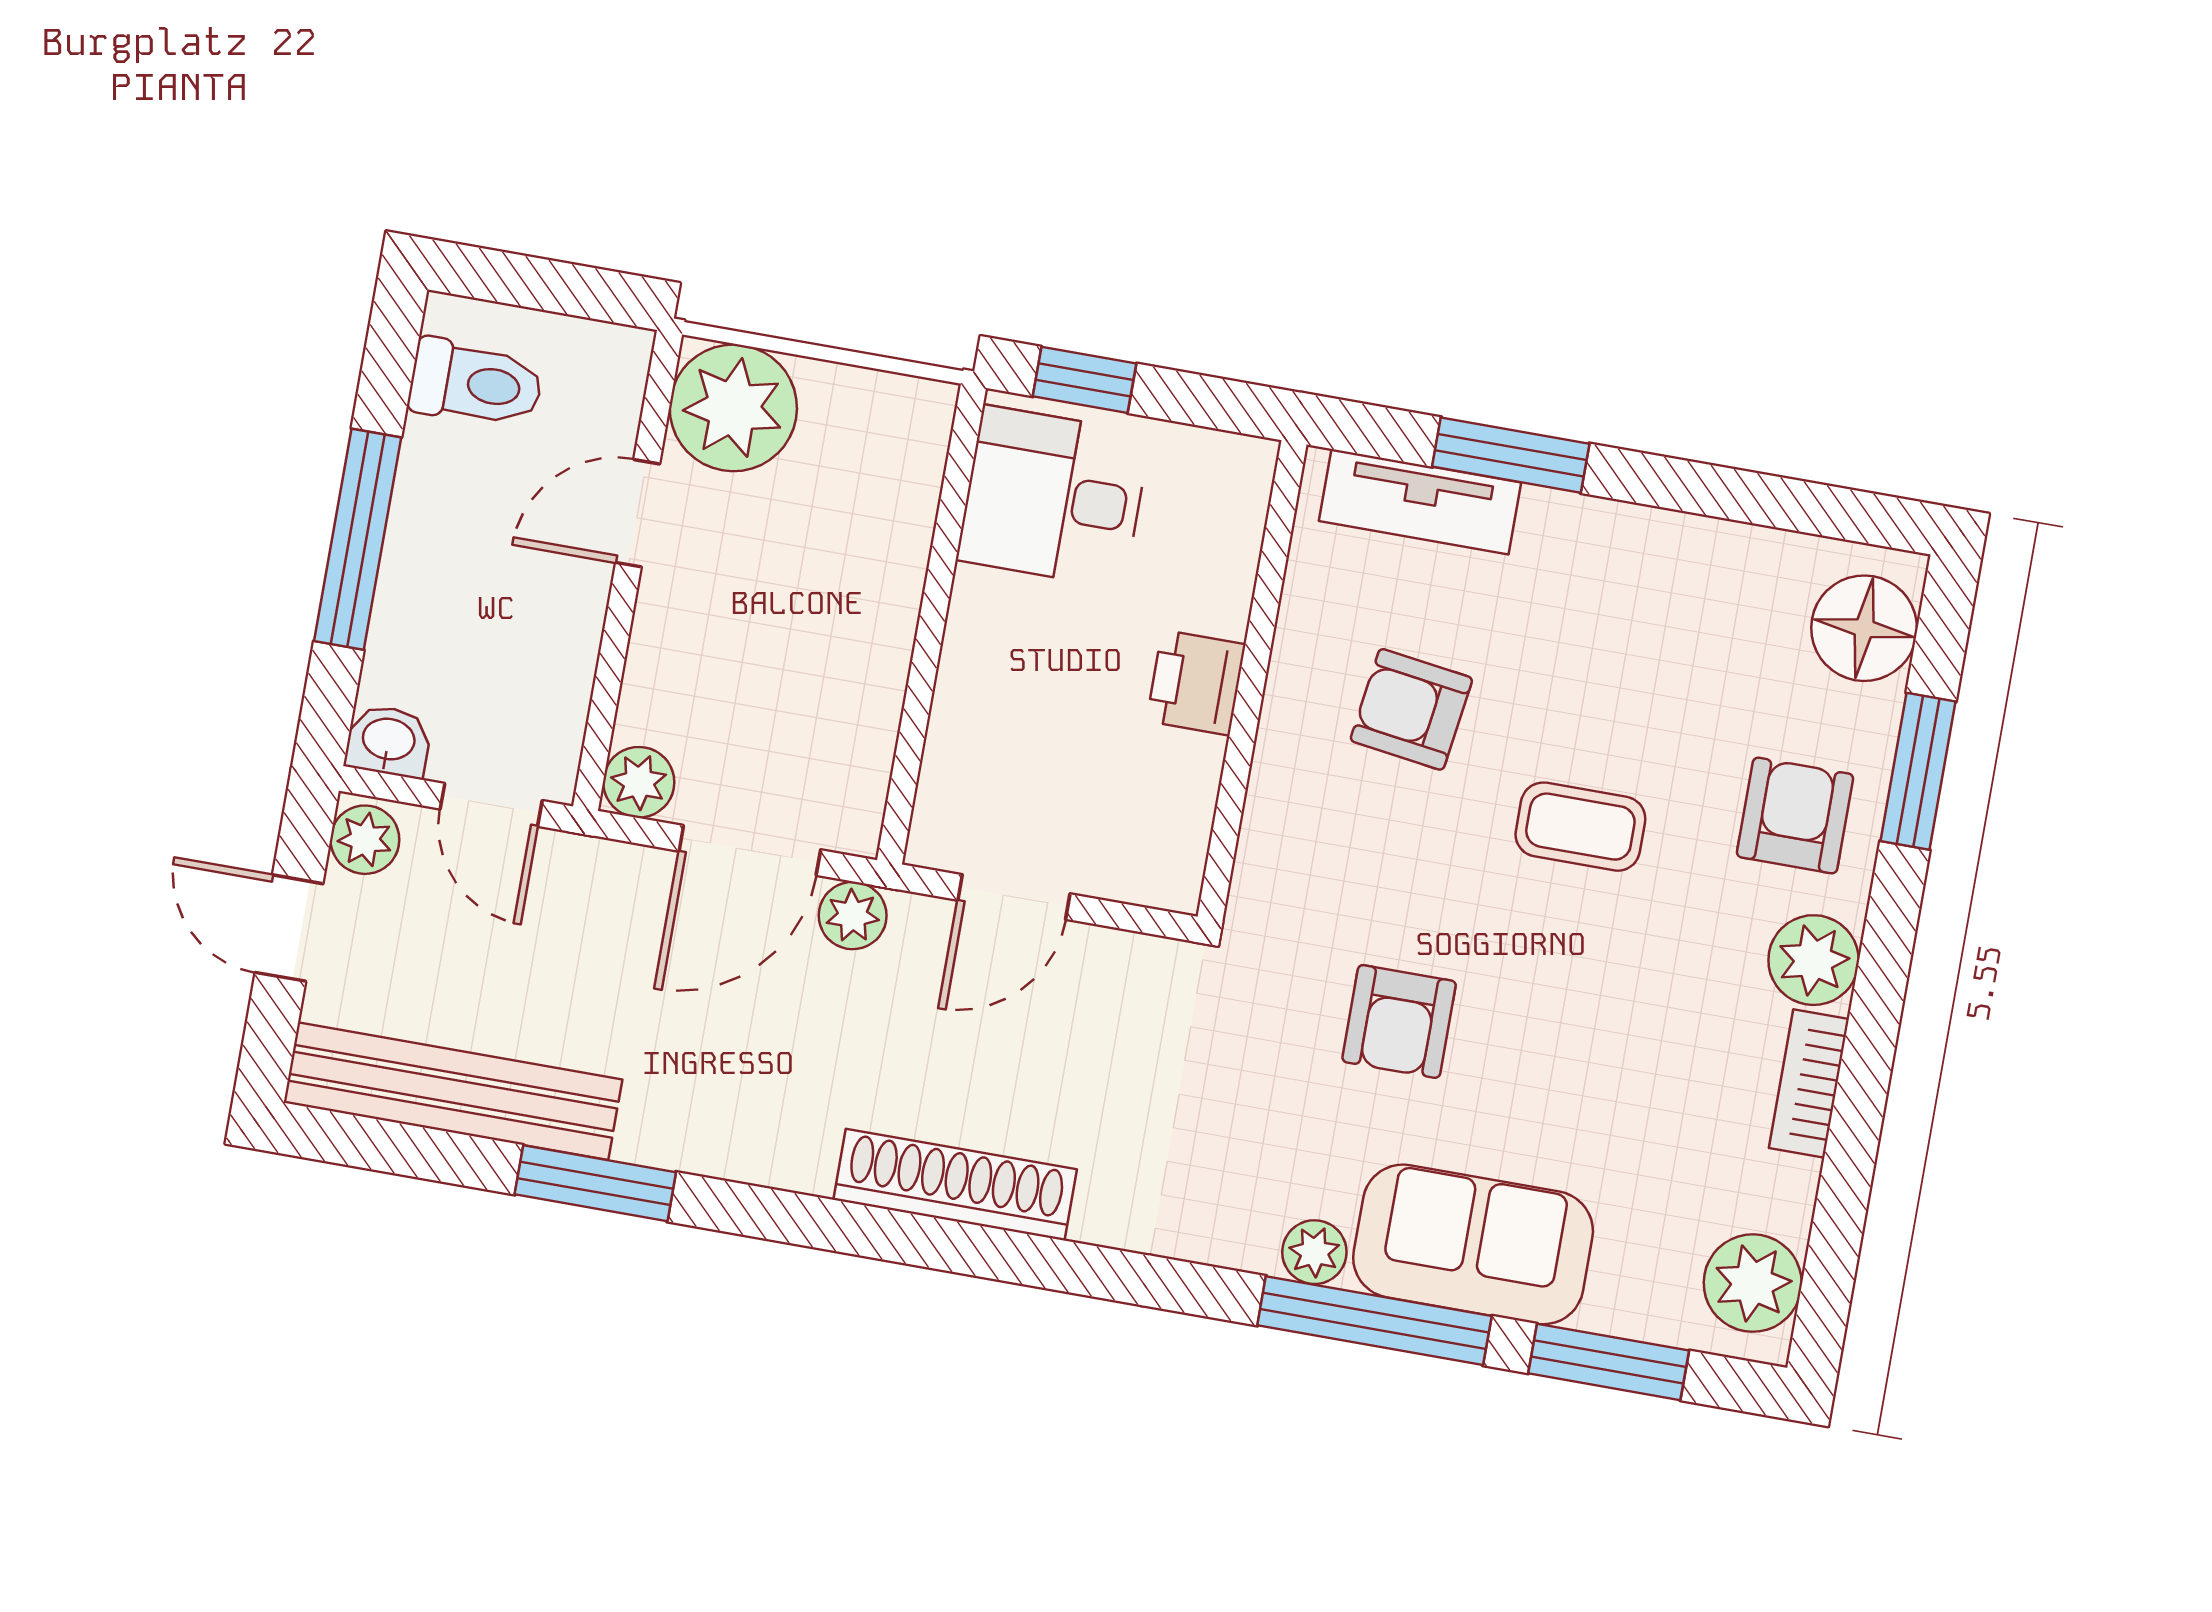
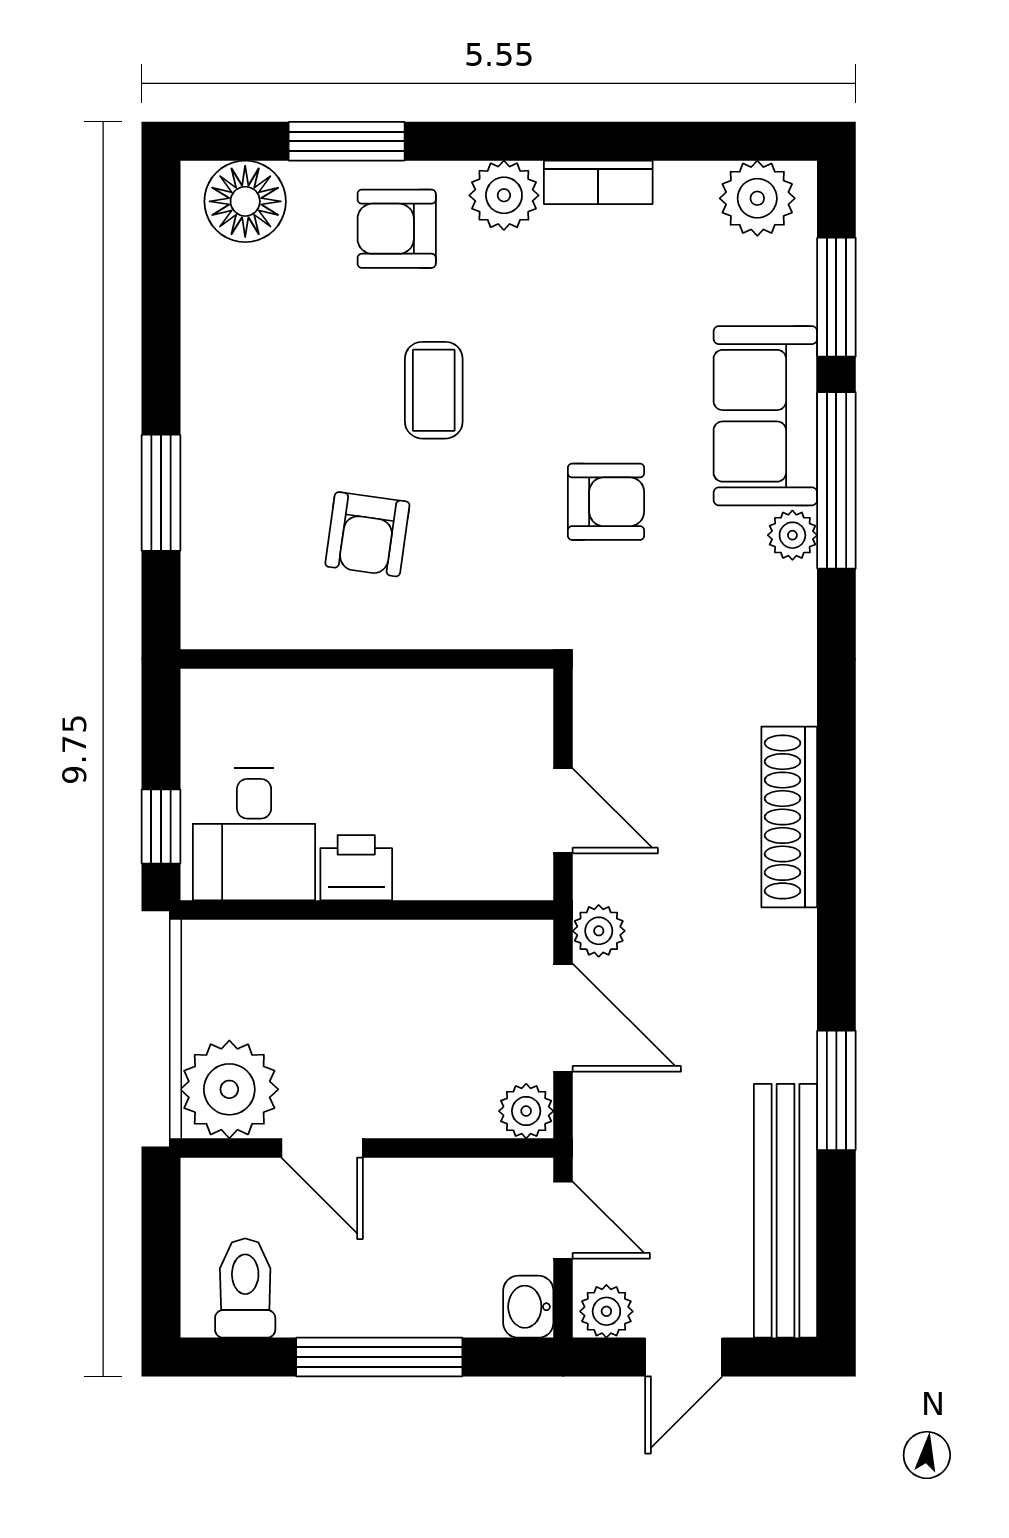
tv unit: (1420, 502) -> (209, 556), removed
printer: (1196, 683) -> (356, 868), moved, turned 180
door: (491, 805) -> (563, 1220), hinge flipped

